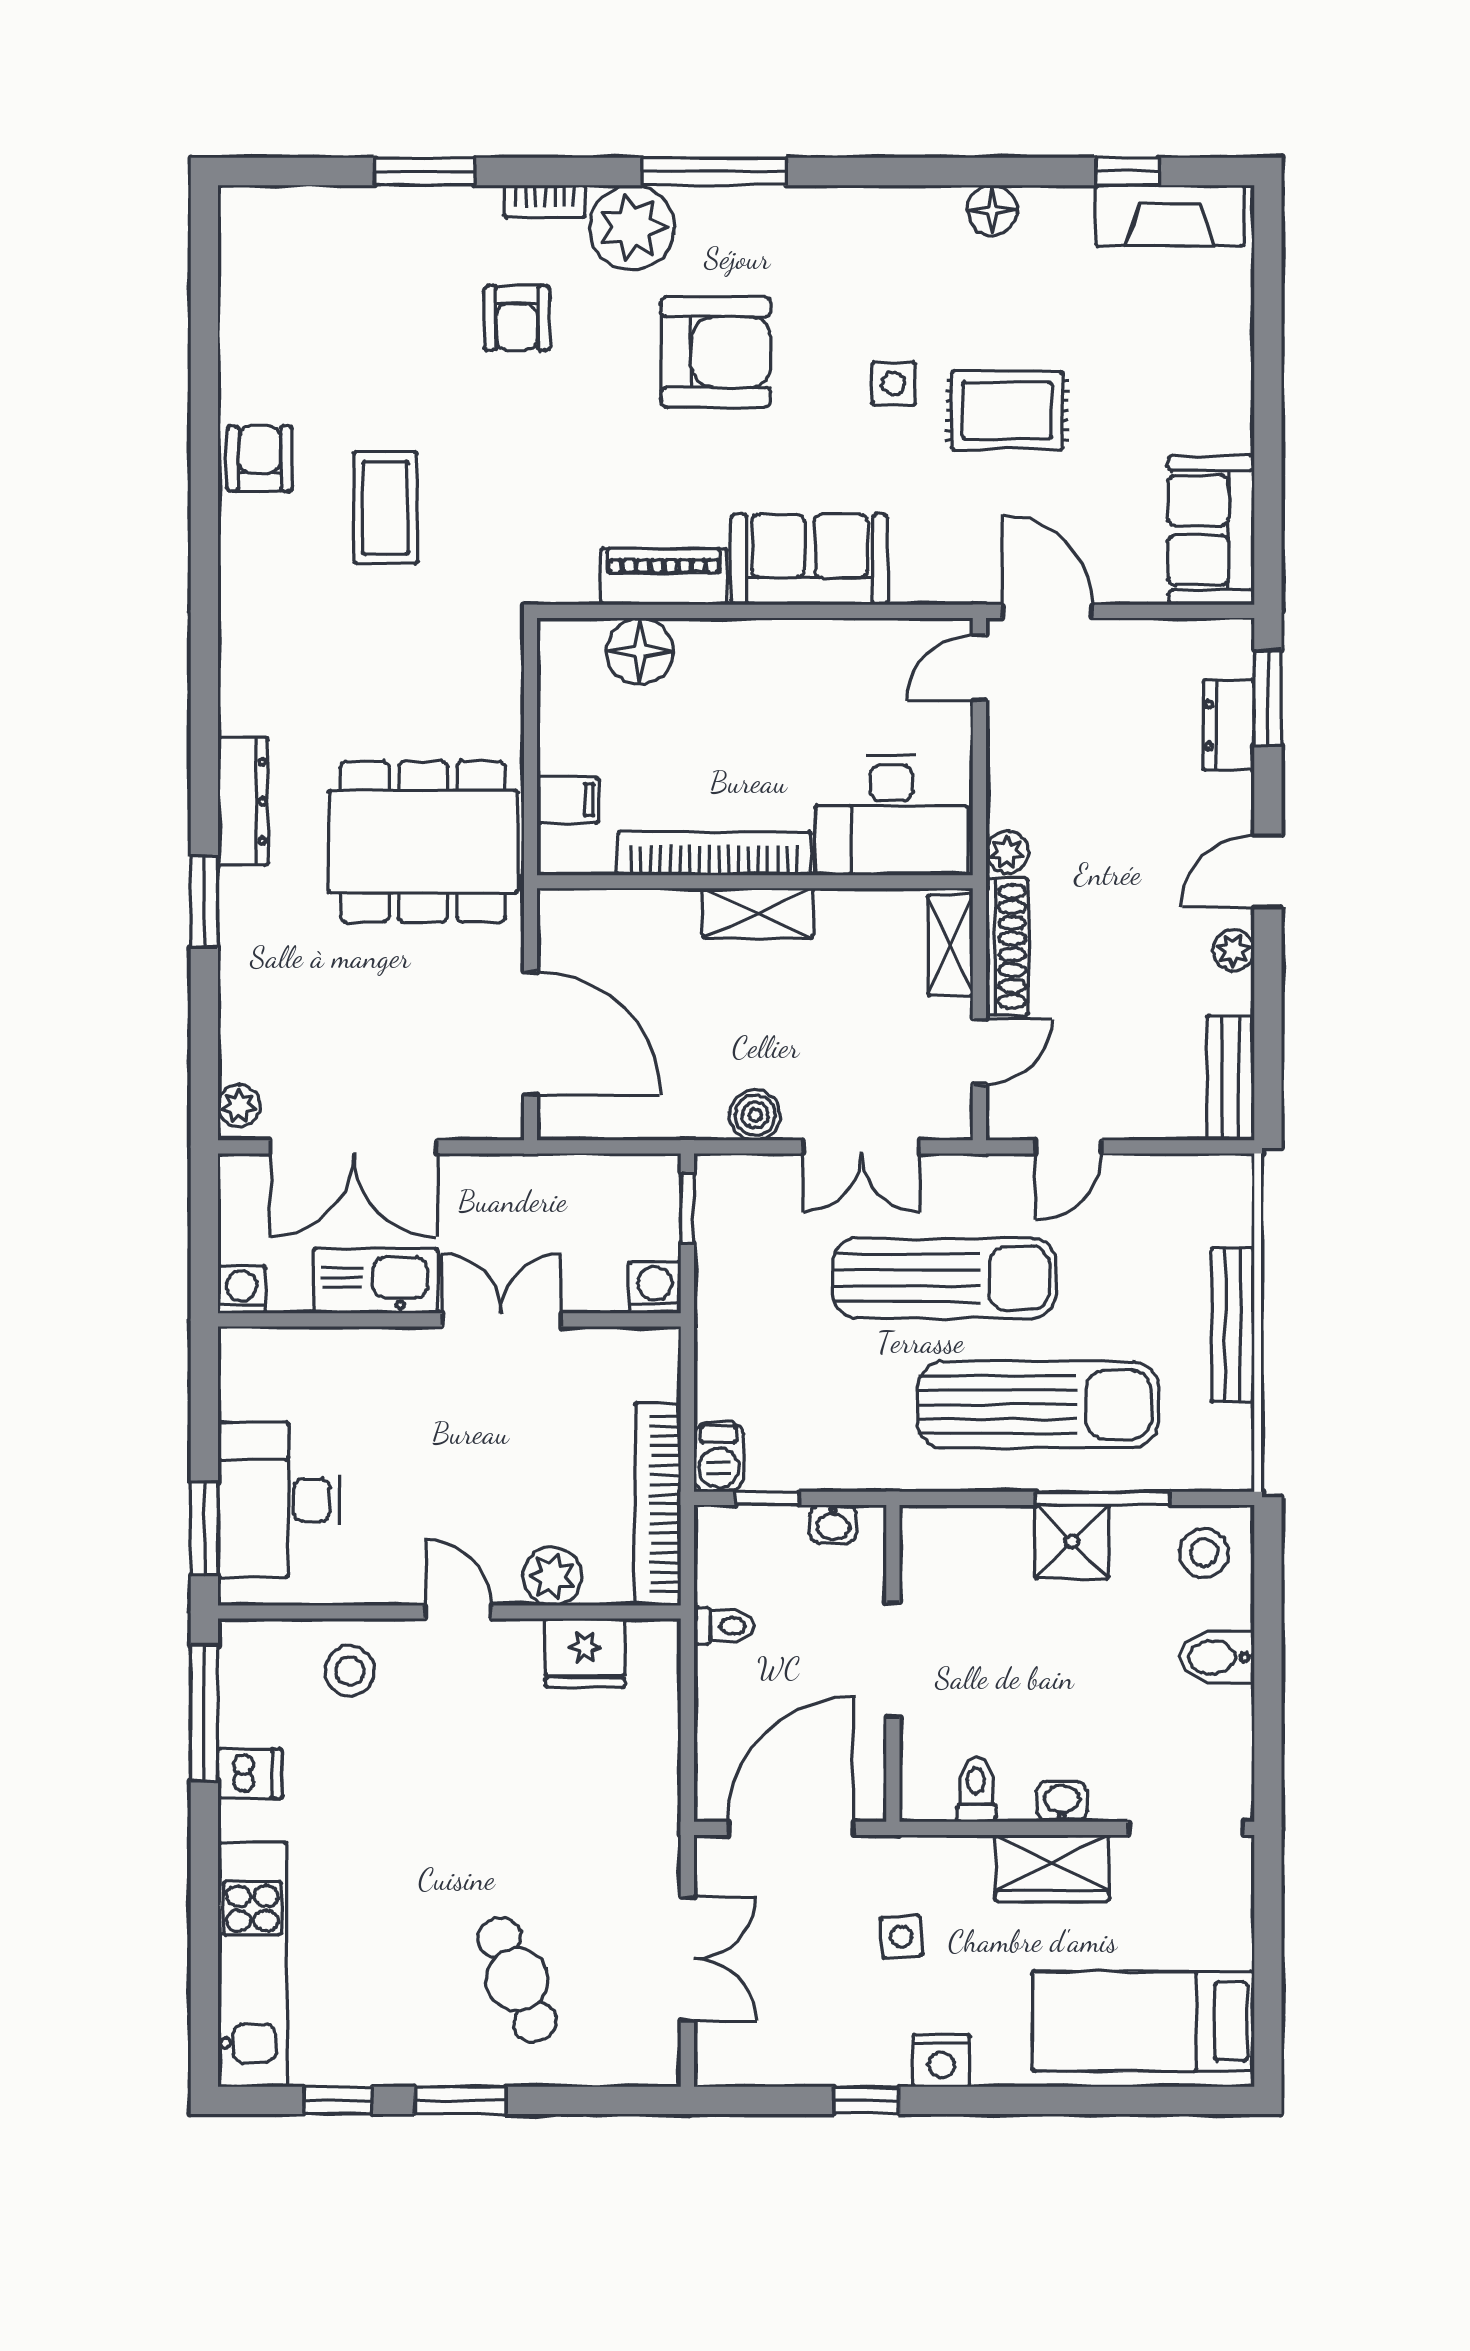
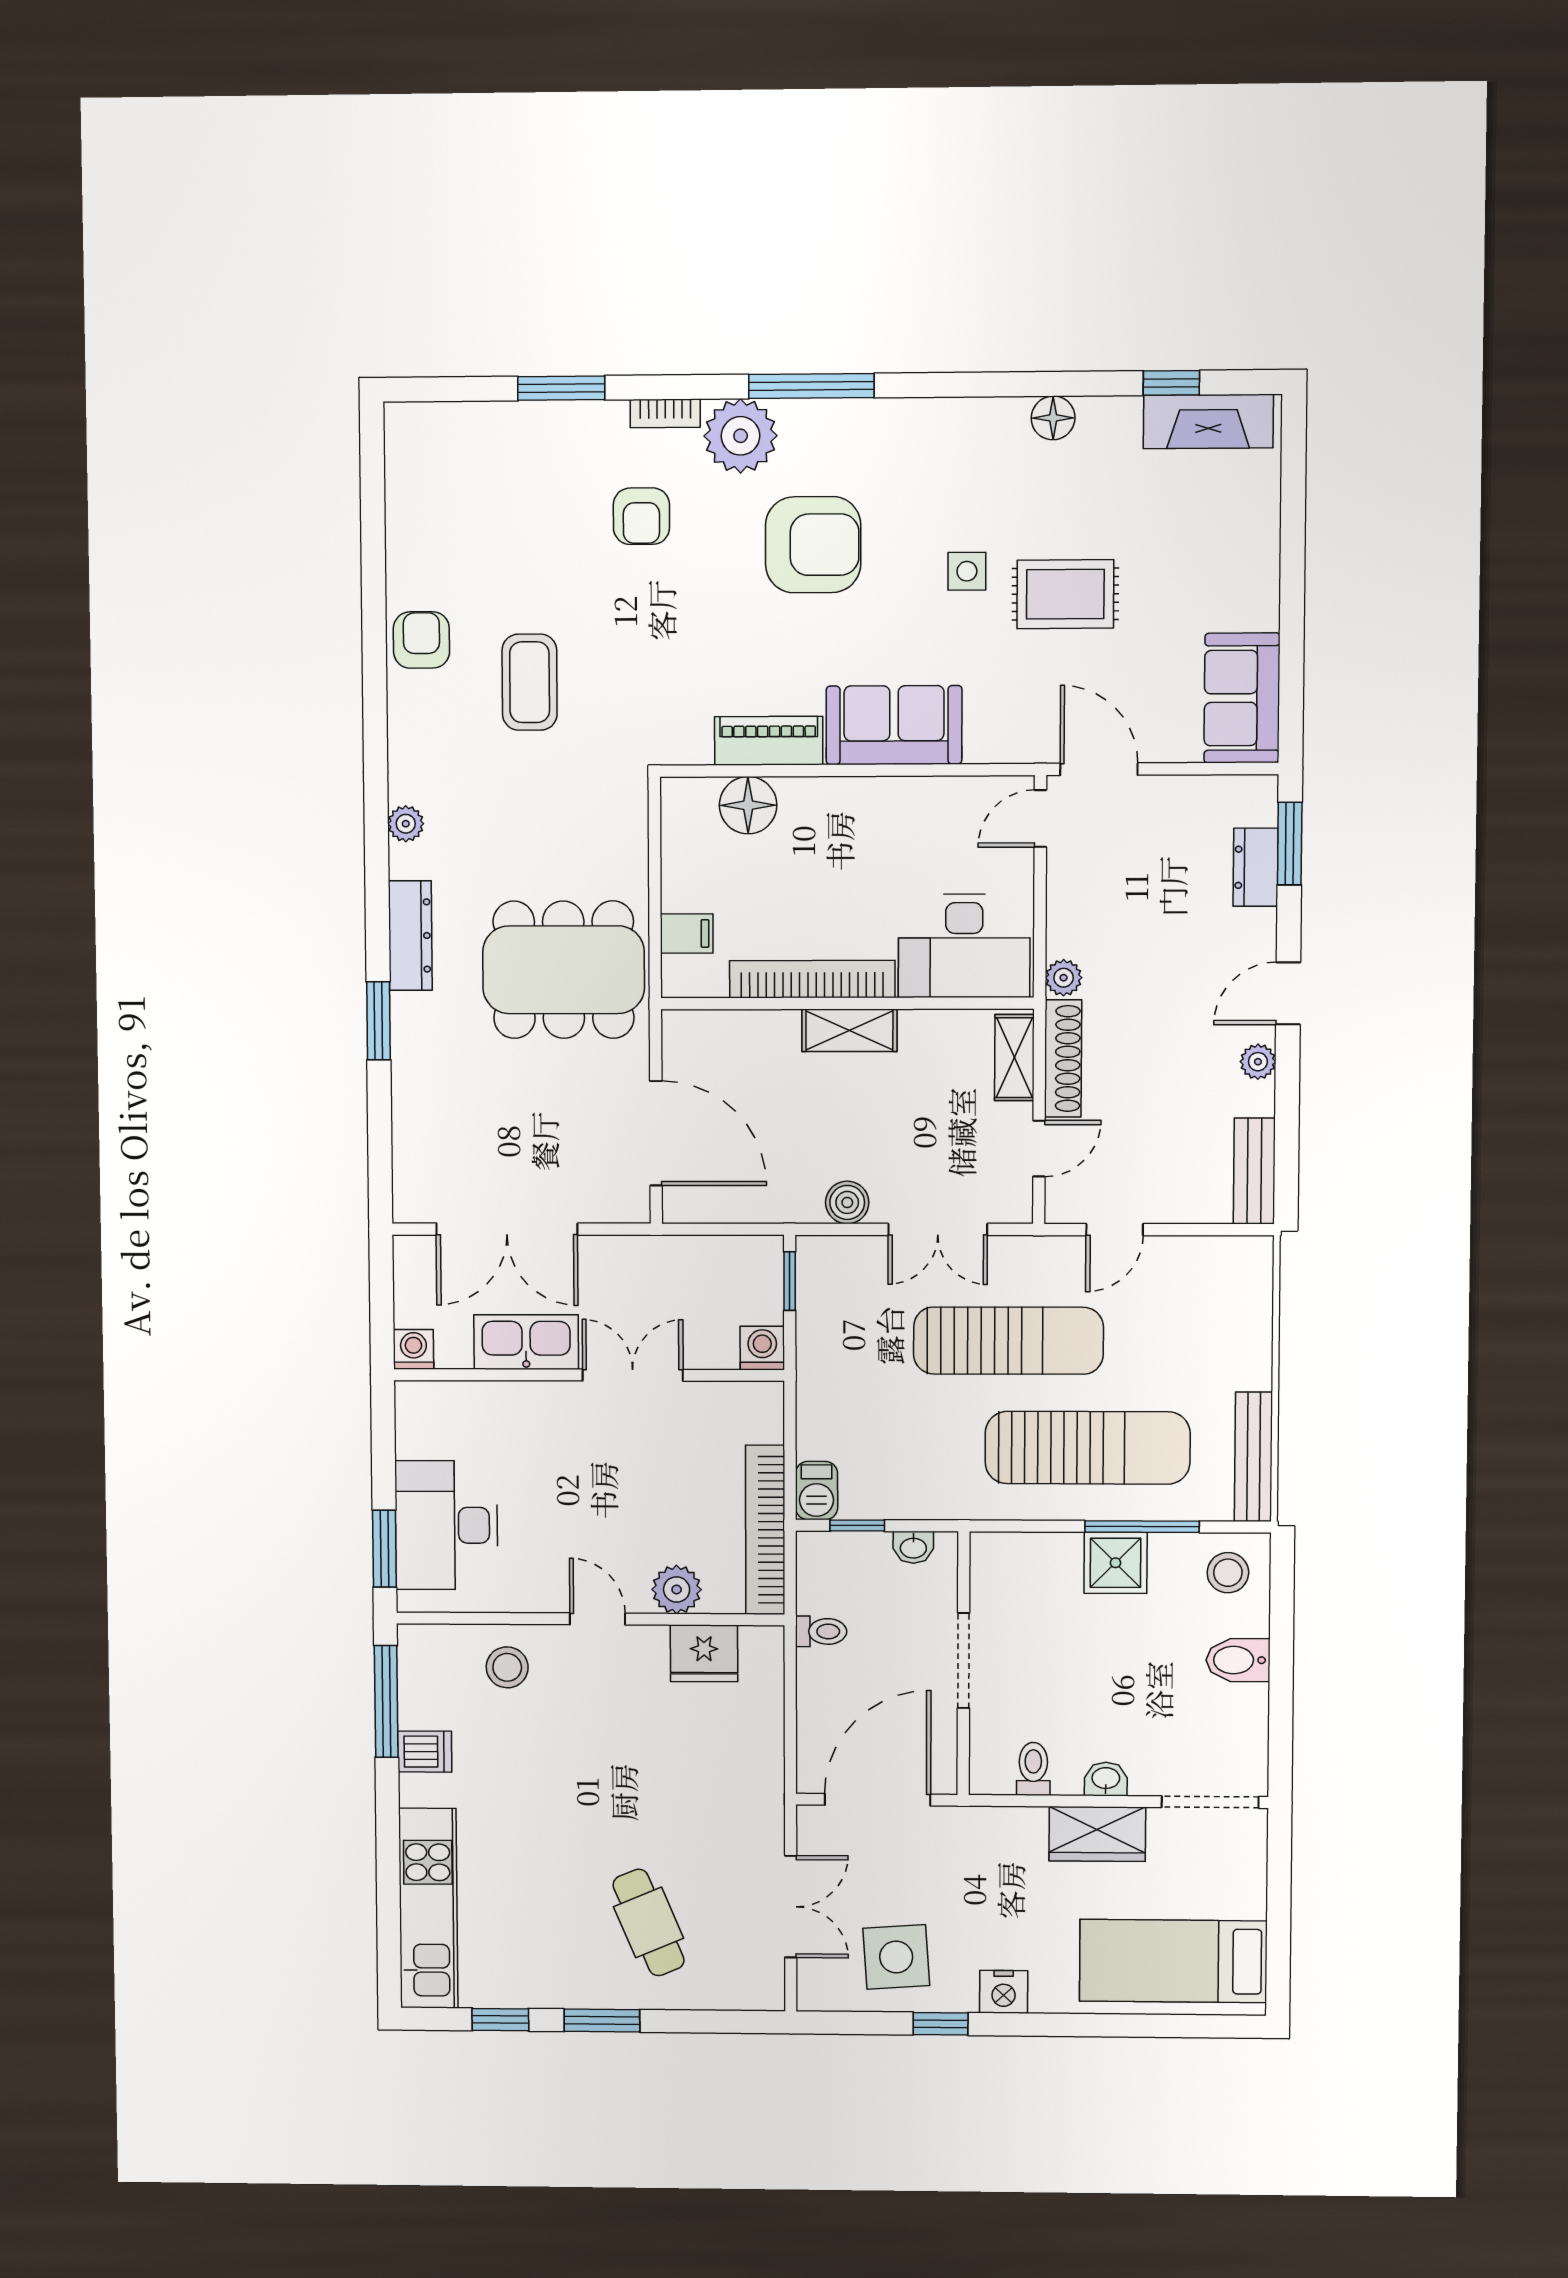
plant: (239, 1106) -> (406, 824), moved
bench: (1233, 1325) -> (1253, 1457), moved
side table: (901, 1937) -> (896, 1957), moved, width x1.87, depth x1.87

